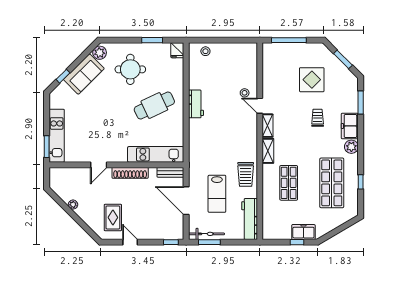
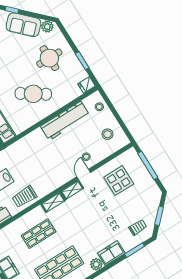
stool: (236, 60) -> (108, 134), added
display table: (312, 80) -> (119, 181), moved
workbench: (196, 104) -> (65, 121), width x1.88, depth x1.32
cafe table: (154, 105) -> (33, 94), turned -31
trolley: (318, 118) -> (138, 227), moved

